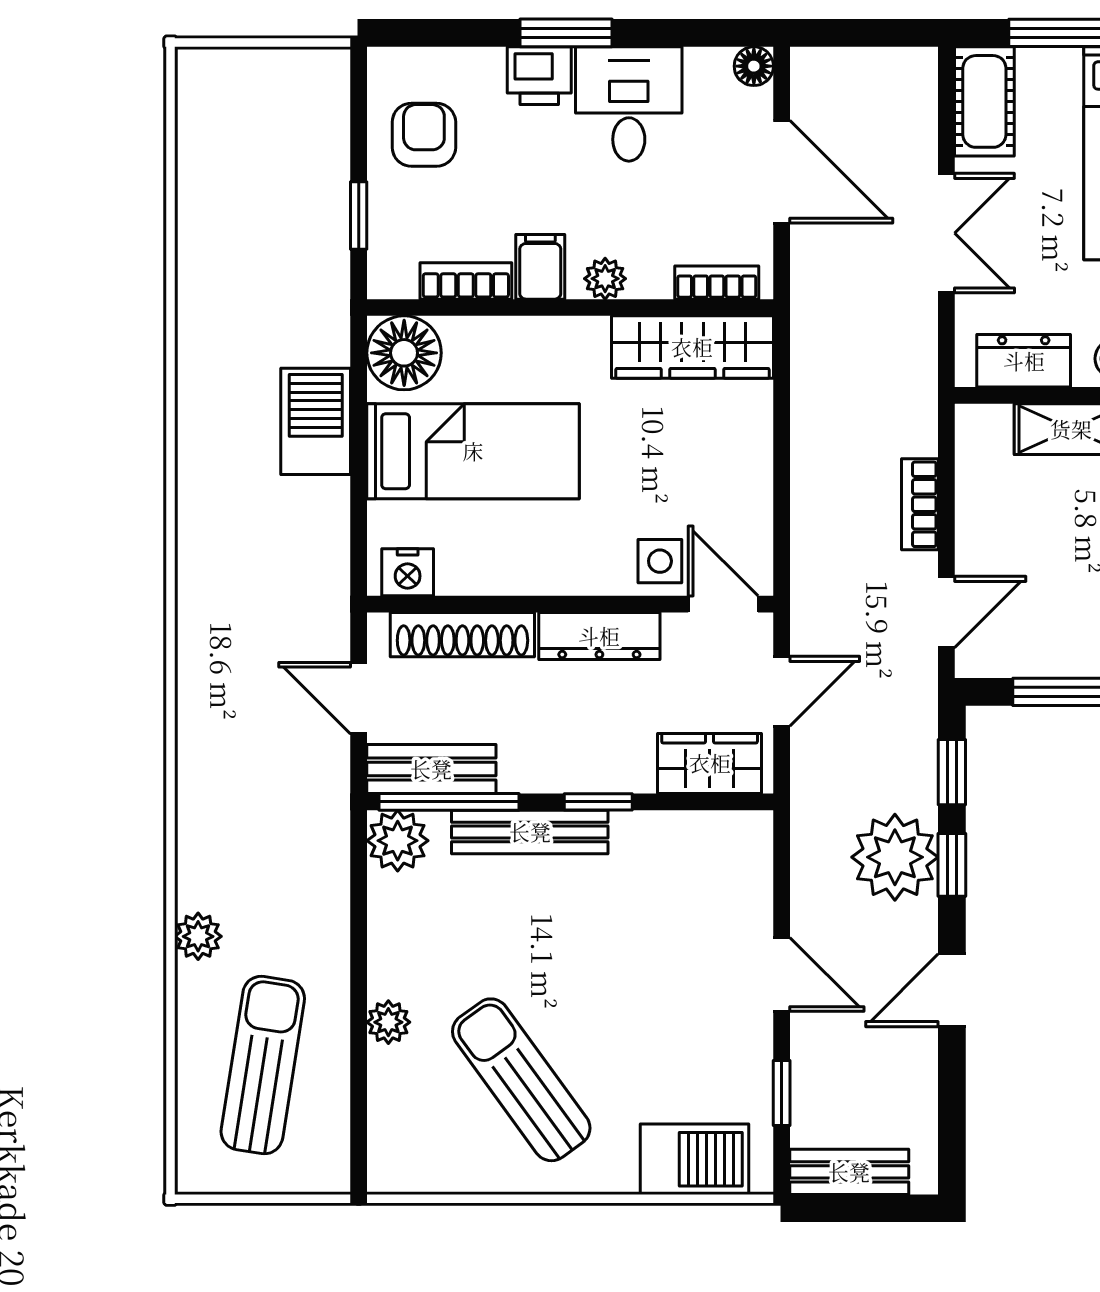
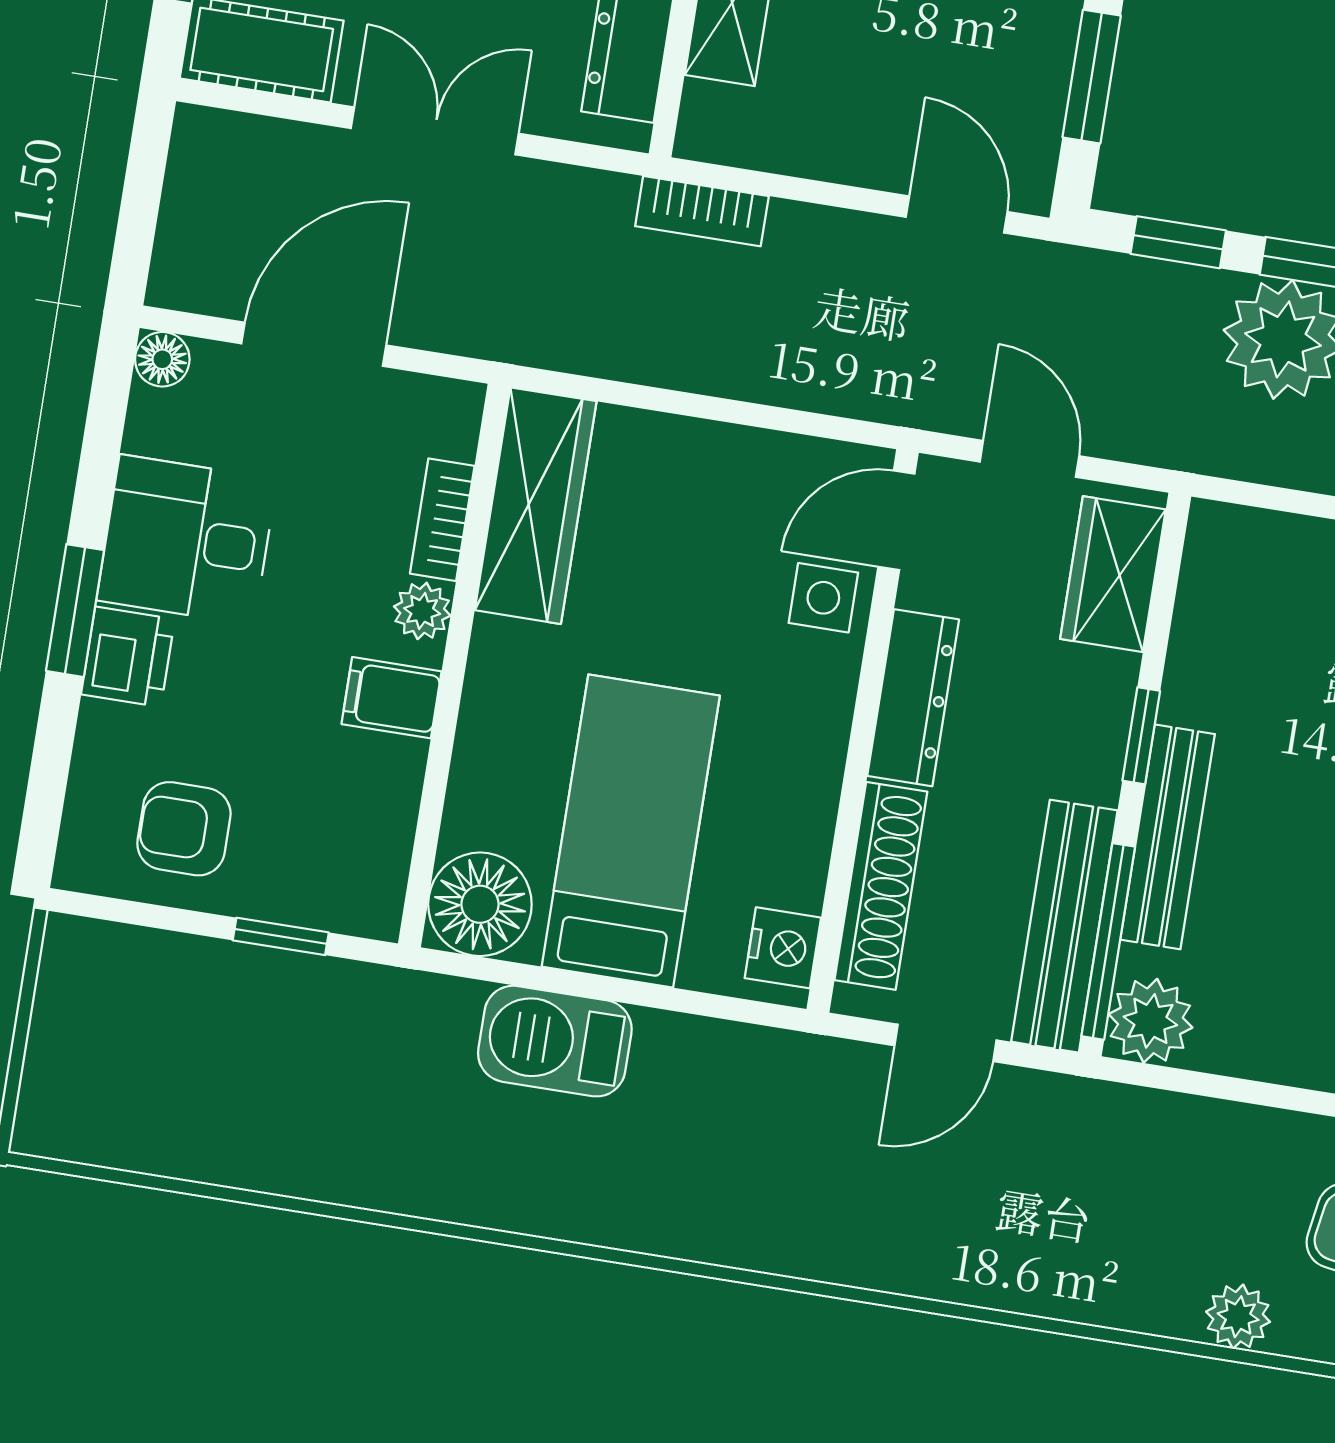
bookcase: (466, 281) -> (395, 803), removed
bookcase: (717, 283) -> (442, 520), moved
bookcase: (920, 504) -> (702, 211), moved
bench: (431, 769) -> (1064, 926), width x1.36

